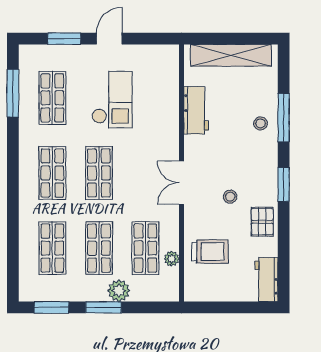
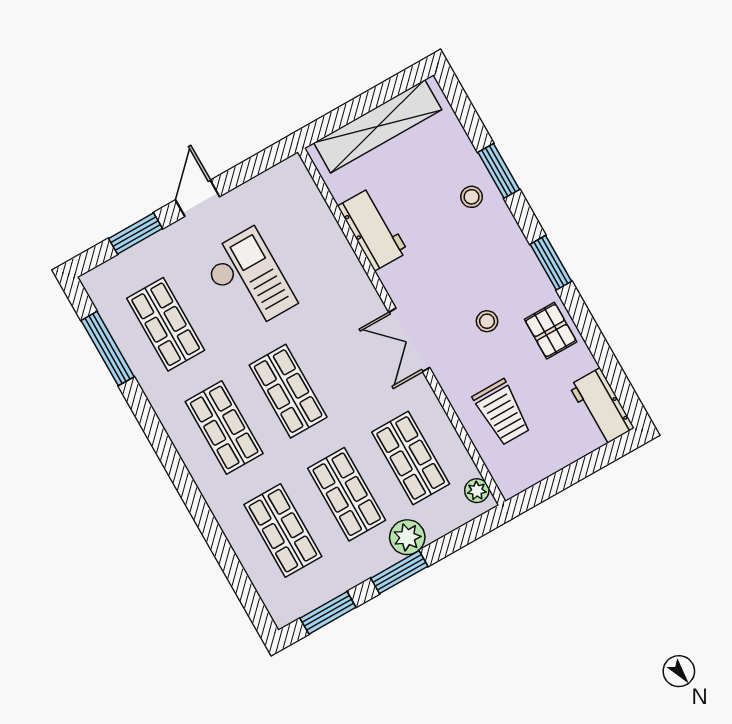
window: (284, 118) -> (499, 171), width x0.69
trolley: (210, 252) -> (502, 412), turned 90
plant: (172, 259) -> (477, 491), moved

